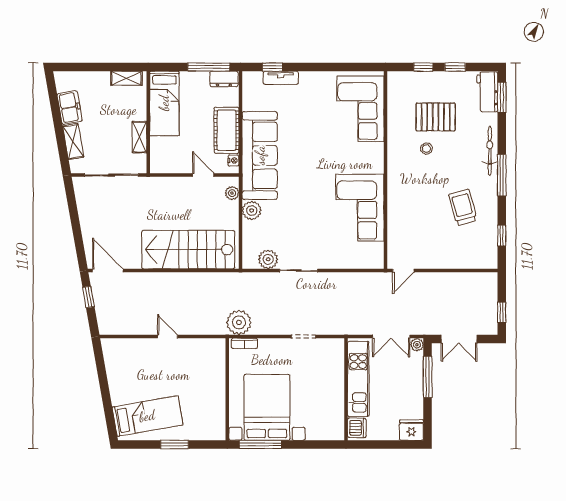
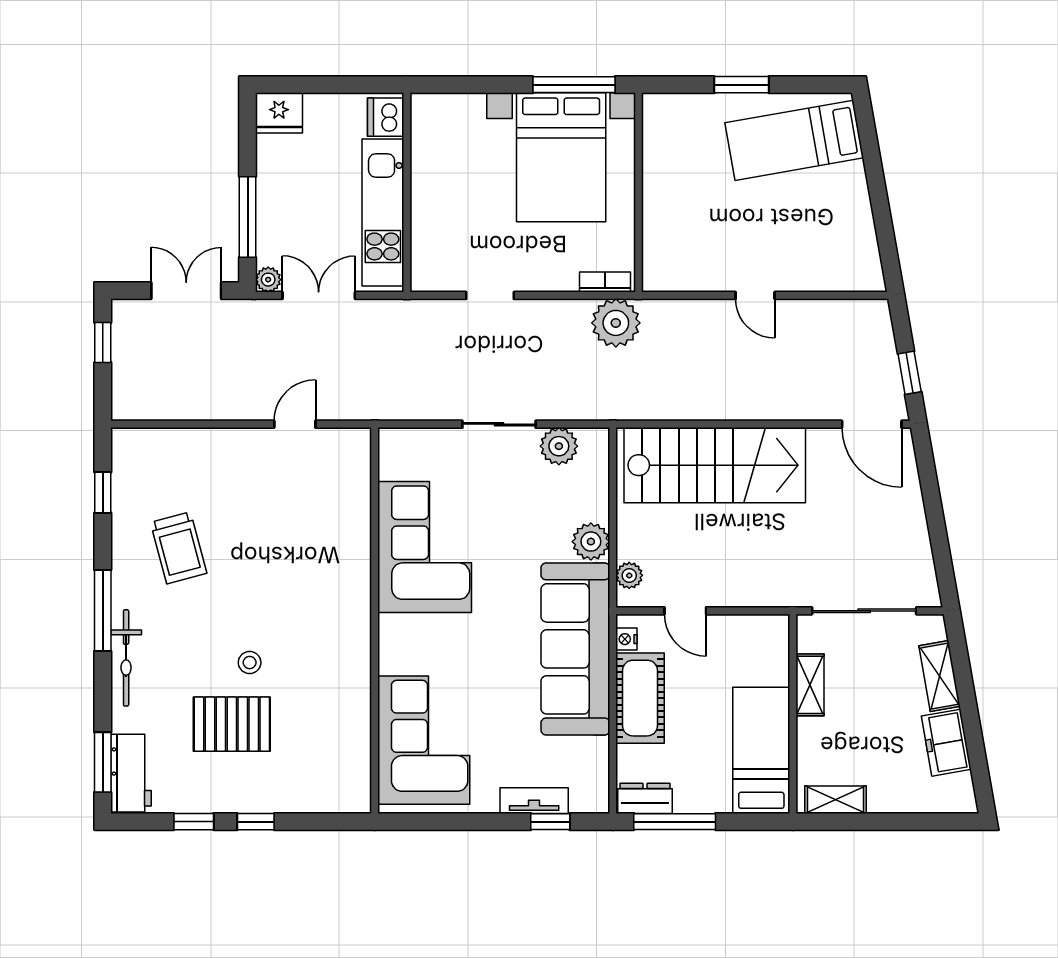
corner sofa: (360, 109) -> (424, 740), moved
wall: (386, 170) -> (375, 620), moved
corner sofa: (360, 208) -> (425, 547), moved

